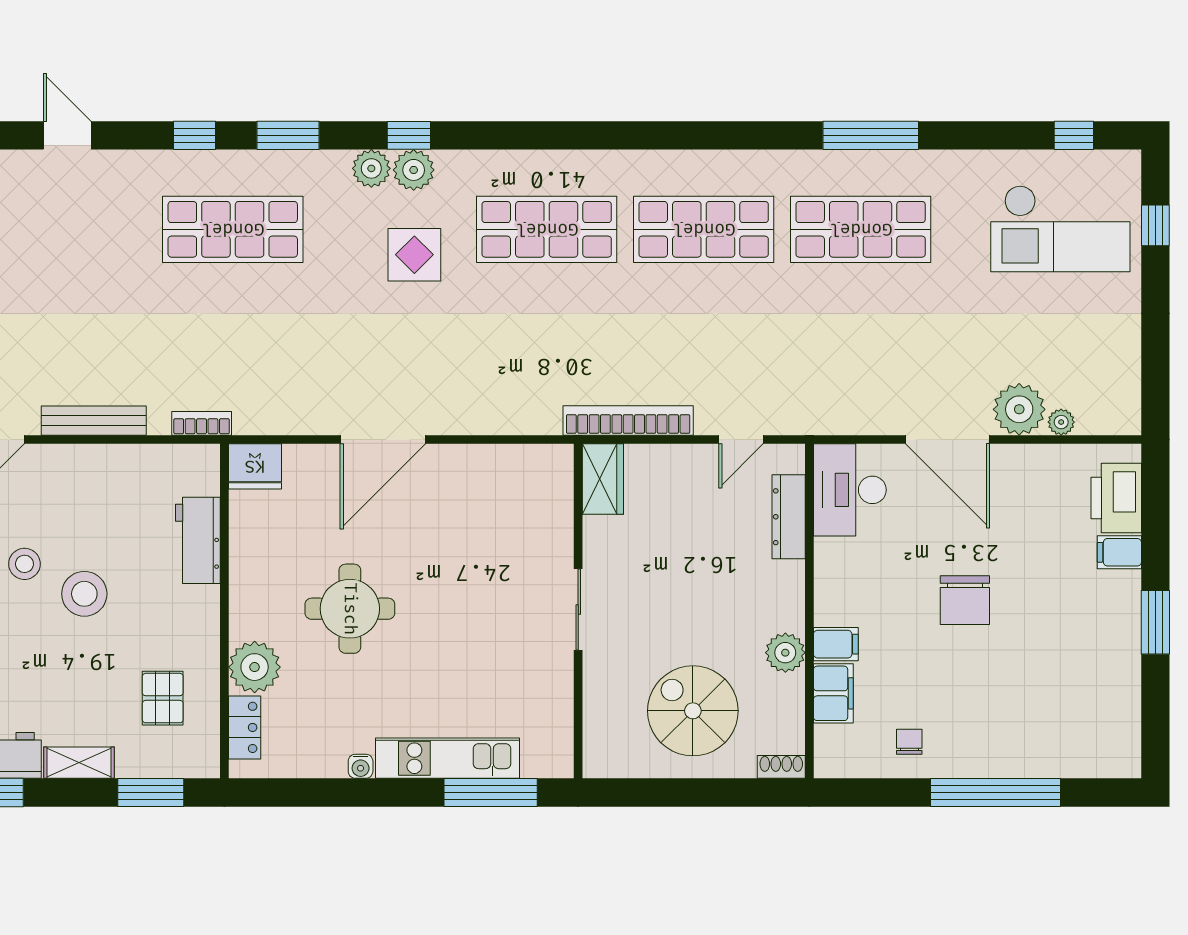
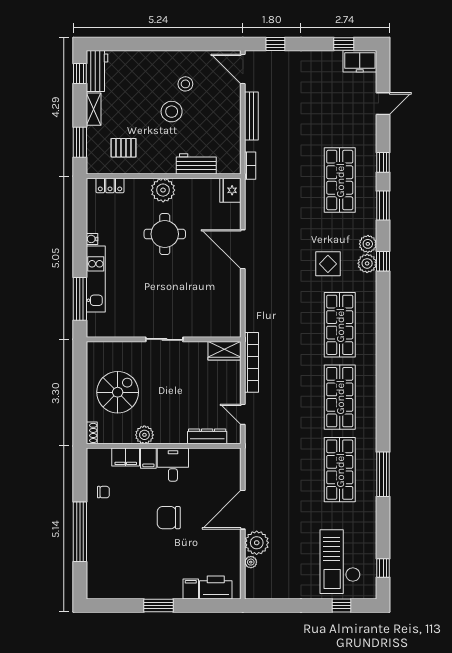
desk: (850, 490) -> (173, 465), moved, width x0.73
plant: (255, 667) -> (163, 190), moved

